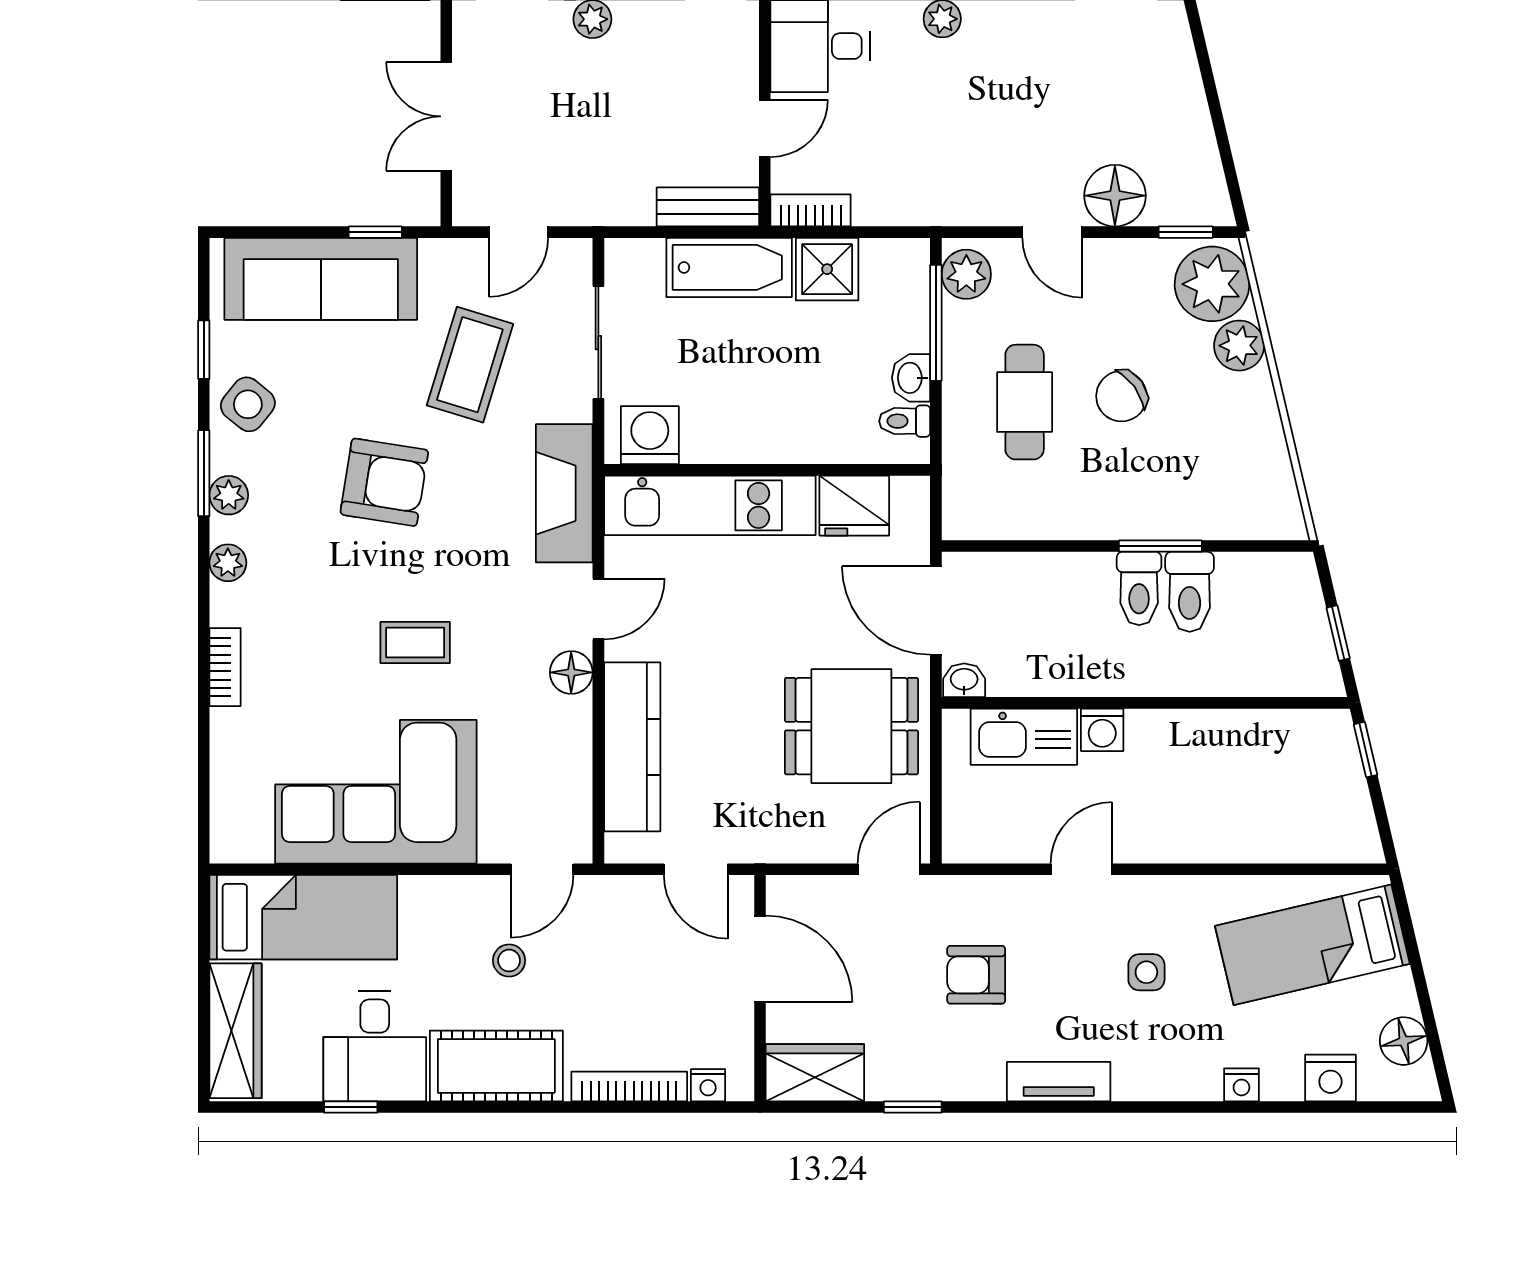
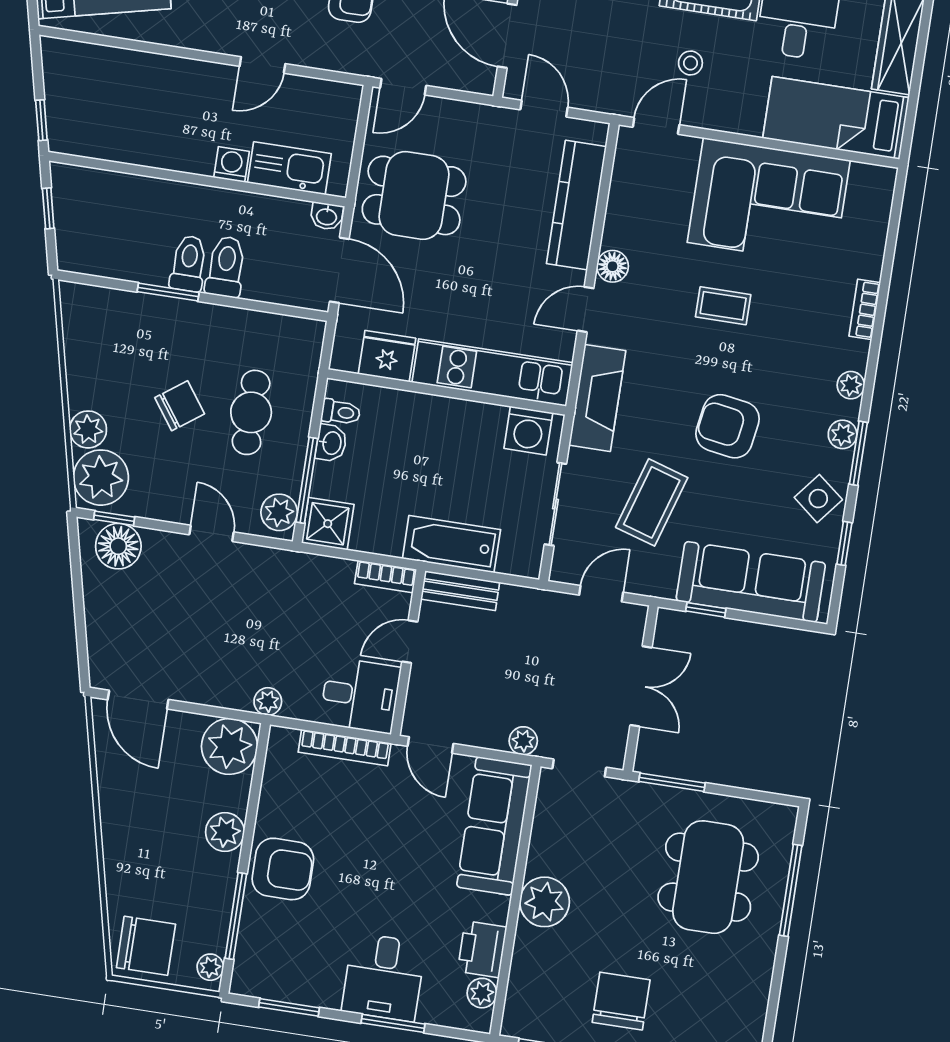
floor lamp: (1115, 196) -> (118, 546), moved
shower: (827, 269) -> (328, 524), moved
toilet: (1190, 592) -> (226, 267), moved

